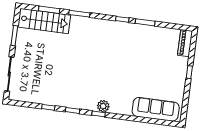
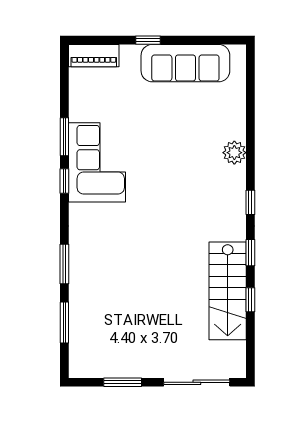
stairs: (44, 21) -> (228, 291), moved, turned 180
corner sofa: (130, 37) -> (97, 162), added
plant: (103, 106) -> (234, 153), moved
sofa: (156, 109) -> (185, 63), moved, turned -90

